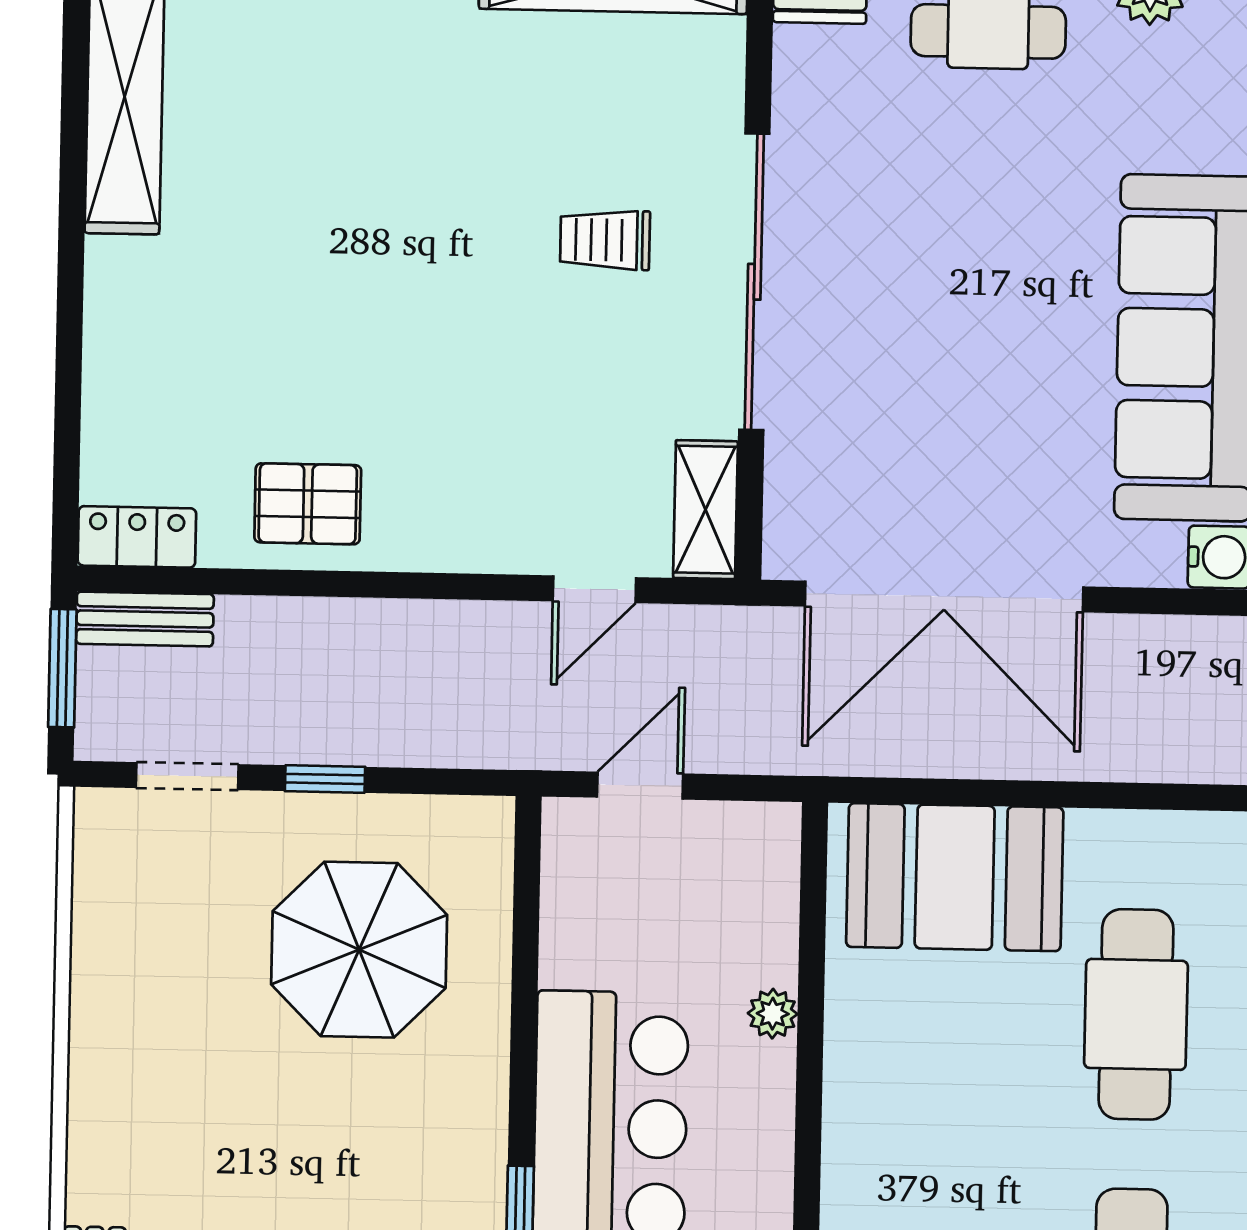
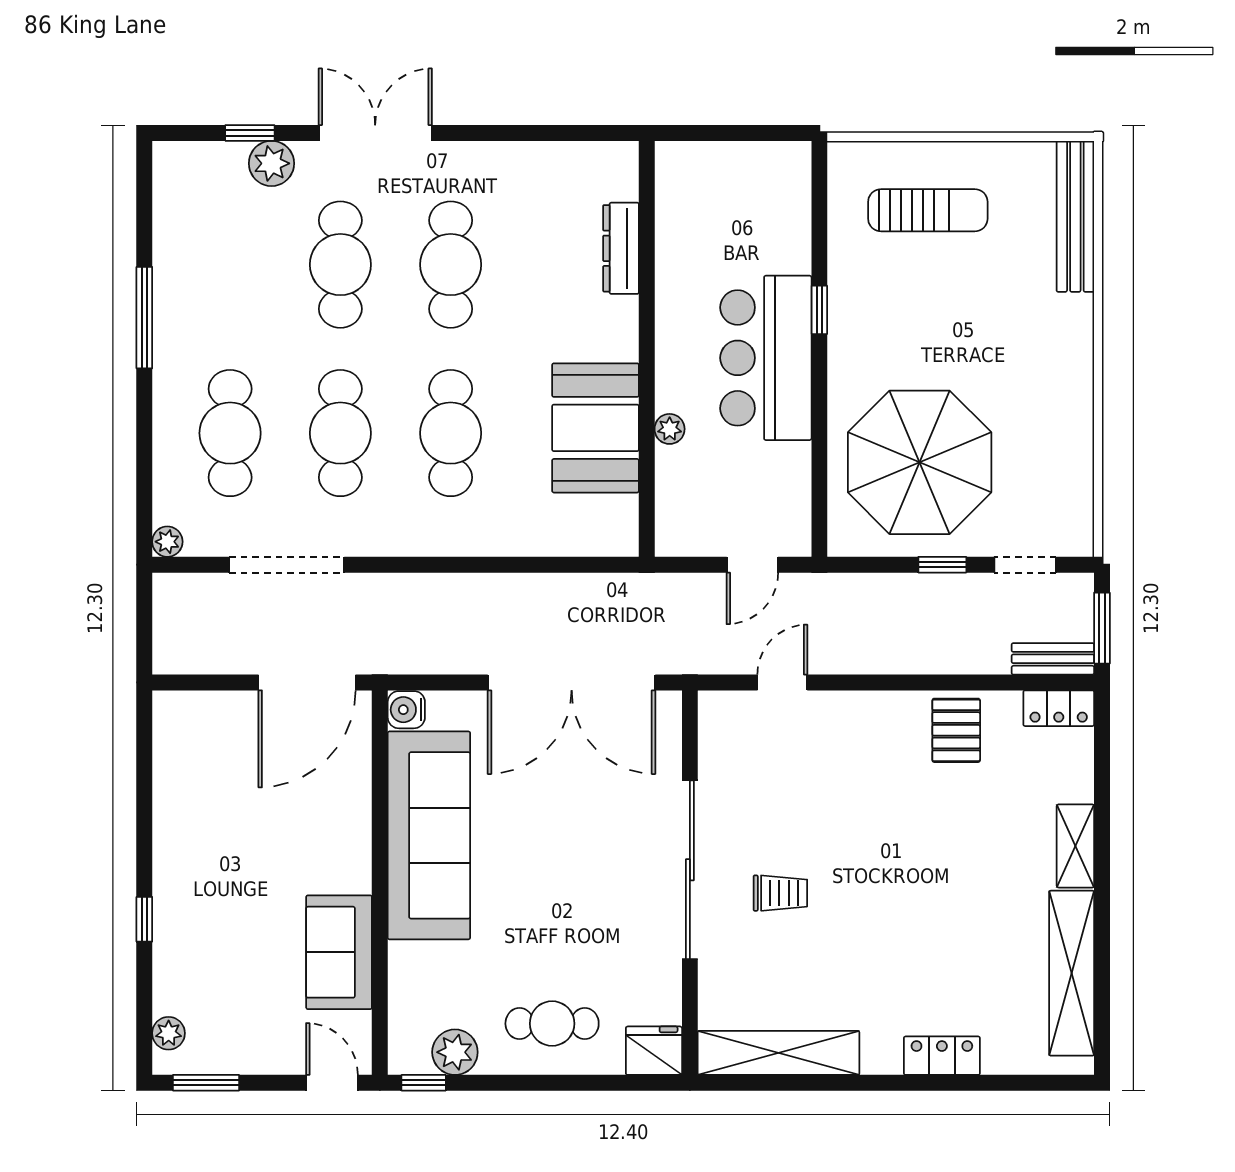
pallet: (308, 504) -> (956, 730), turned 90
shelving: (706, 510) -> (1075, 846), moved
double door: (944, 597) -> (572, 682), swing flipped
booth: (955, 877) -> (595, 428), moved, turned 90
parasol: (359, 950) -> (920, 462), width x1.36, depth x1.36

